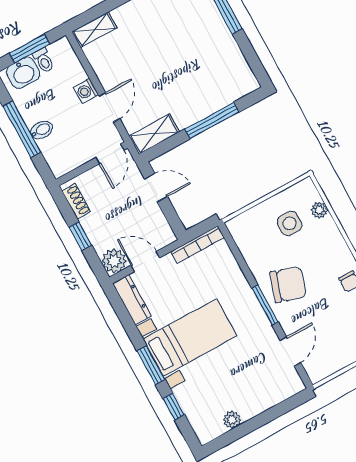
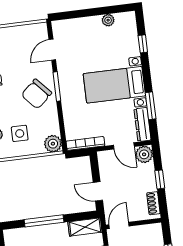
plant: (240, 227) -> (53, 144), added
chair: (288, 285) -> (37, 94), turned -60
window: (151, 365) -> (151, 106), moved

